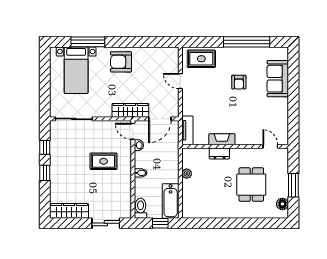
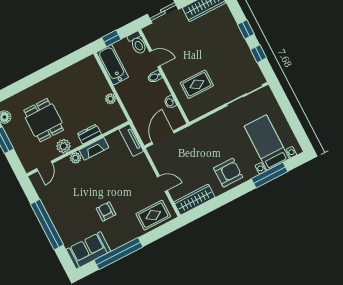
sofa: (278, 79) -> (88, 250), moved, turned -90
window: (293, 97) -> (47, 225), added
wardrobe: (130, 110) -> (194, 200), moved, turned 180
door: (133, 131) -> (155, 59), moved
plant: (241, 140) -> (76, 158), added
door: (270, 146) -> (44, 166), hinge flipped
plant: (246, 154) -> (64, 146), added
rug: (104, 161) -> (197, 84), moved

